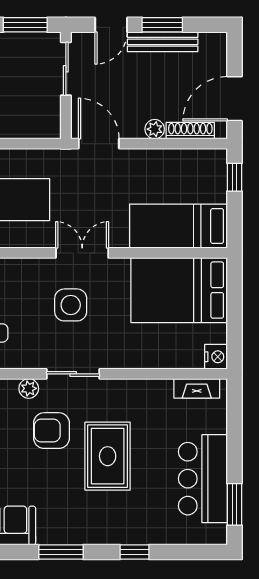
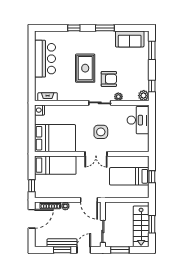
window: (234, 504) -> (32, 48), removed

